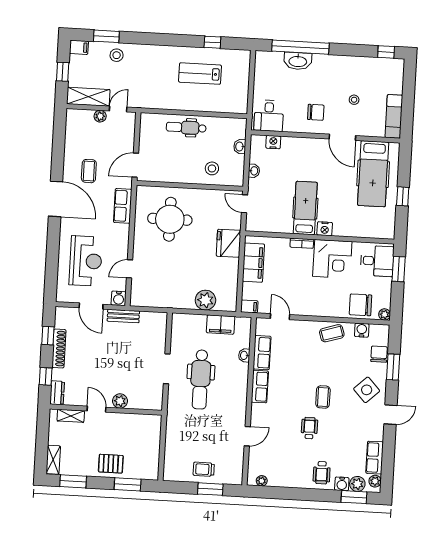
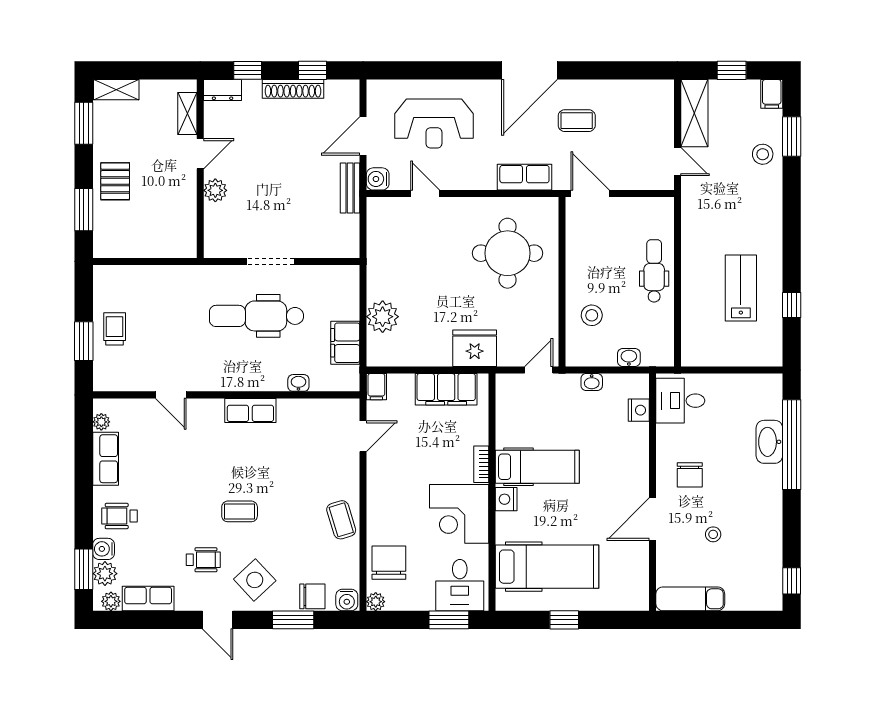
plant: (100, 116) -> (665, 134), removed
hospital bed: (373, 174) -> (547, 567), moved, turned 180
water cooler: (362, 330) -> (347, 600), moved, turned 90
row of seats: (262, 353) -> (106, 459), moved, turned -90
wheelchair: (309, 428) -> (203, 560), moved

